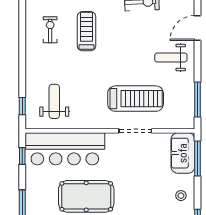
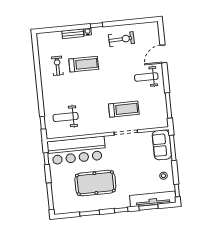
treadmill: (87, 31) -> (84, 64), turned 90
treadmill: (136, 99) -> (124, 109), width x0.73, depth x0.73
weight bench: (54, 101) -> (66, 117), turned -90

